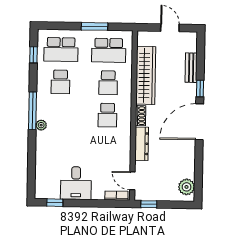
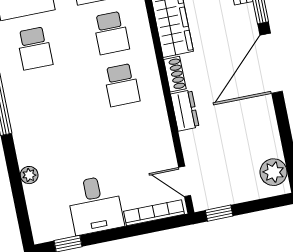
plant: (41, 125) -> (29, 175), moved
dresser: (142, 144) -> (185, 110), width x0.70
bookcase: (116, 196) -> (154, 213), width x1.56

